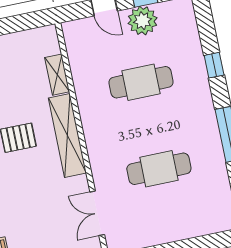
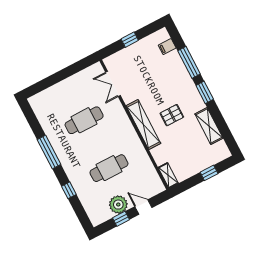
shelving: (57, 75) -> (168, 175), moved
double door: (97, 213) -> (113, 84), swing flipped

